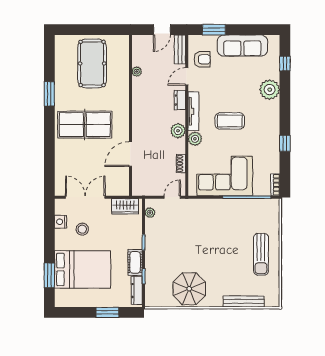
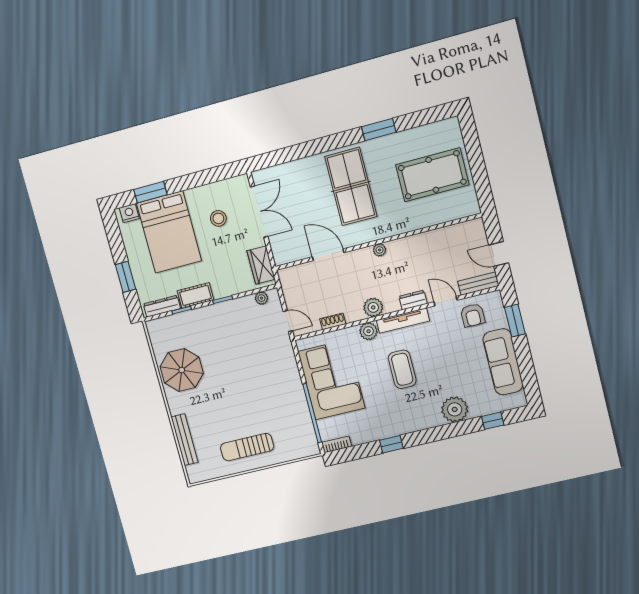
plant: (137, 72) -> (380, 250), moved
nightstand: (61, 222) -> (129, 213), moved

